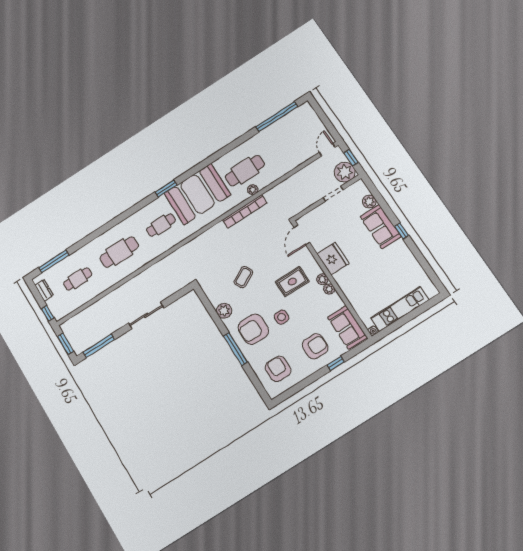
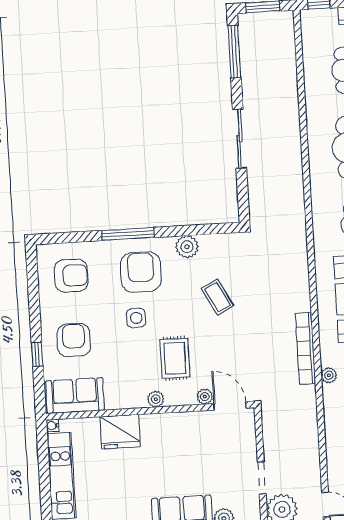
fridge: (333, 259) -> (120, 432), moved
plant: (329, 289) -> (205, 397), moved
armchair: (315, 346) -> (74, 340), turned 180

